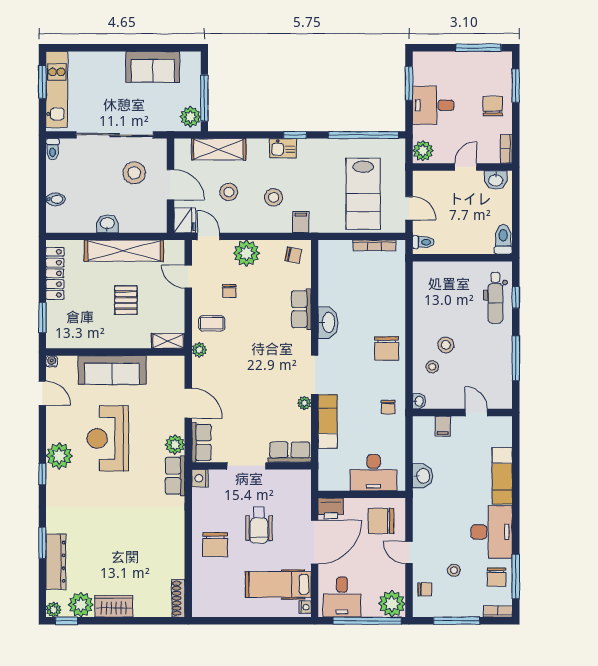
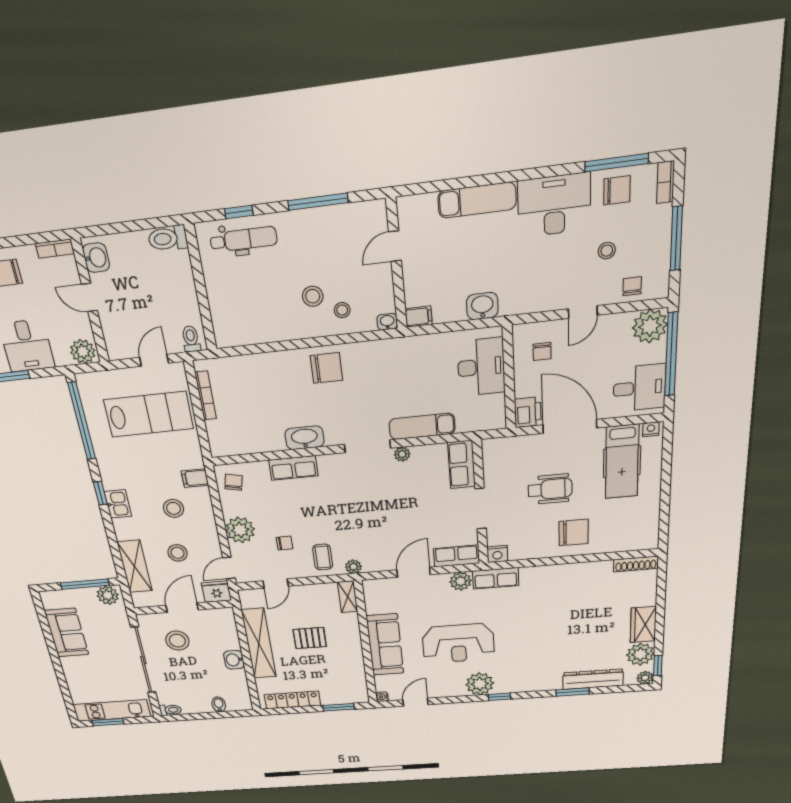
chair: (388, 407) -> (398, 358), removed
filing cabinet: (443, 426) -> (419, 317), moved
chair: (381, 521) -> (542, 351), width x0.54, depth x0.54

